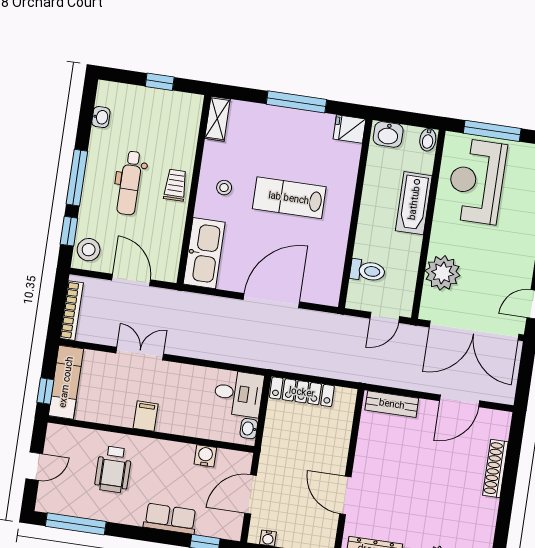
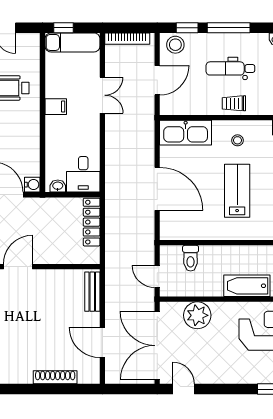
trolley: (175, 185) -> (234, 103), turned 180
water cooler: (205, 456) -> (32, 185), moved

